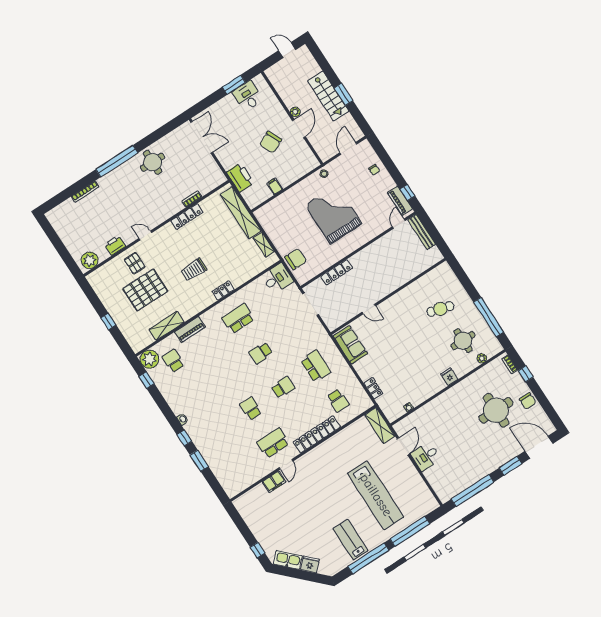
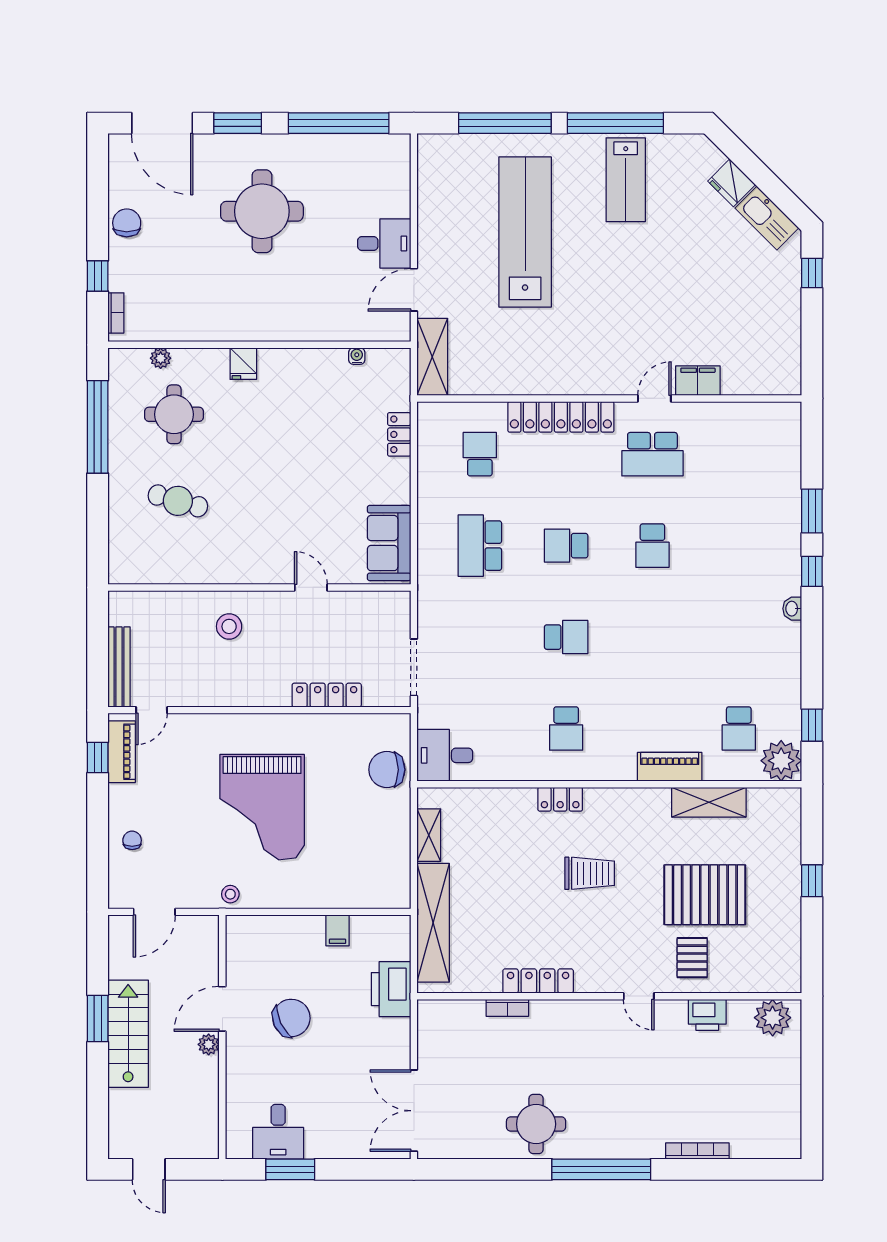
stool: (390, 274) -> (229, 626), added
school desk: (238, 319) -> (566, 728), width x0.54
round table: (496, 410) -> (262, 211), moved

